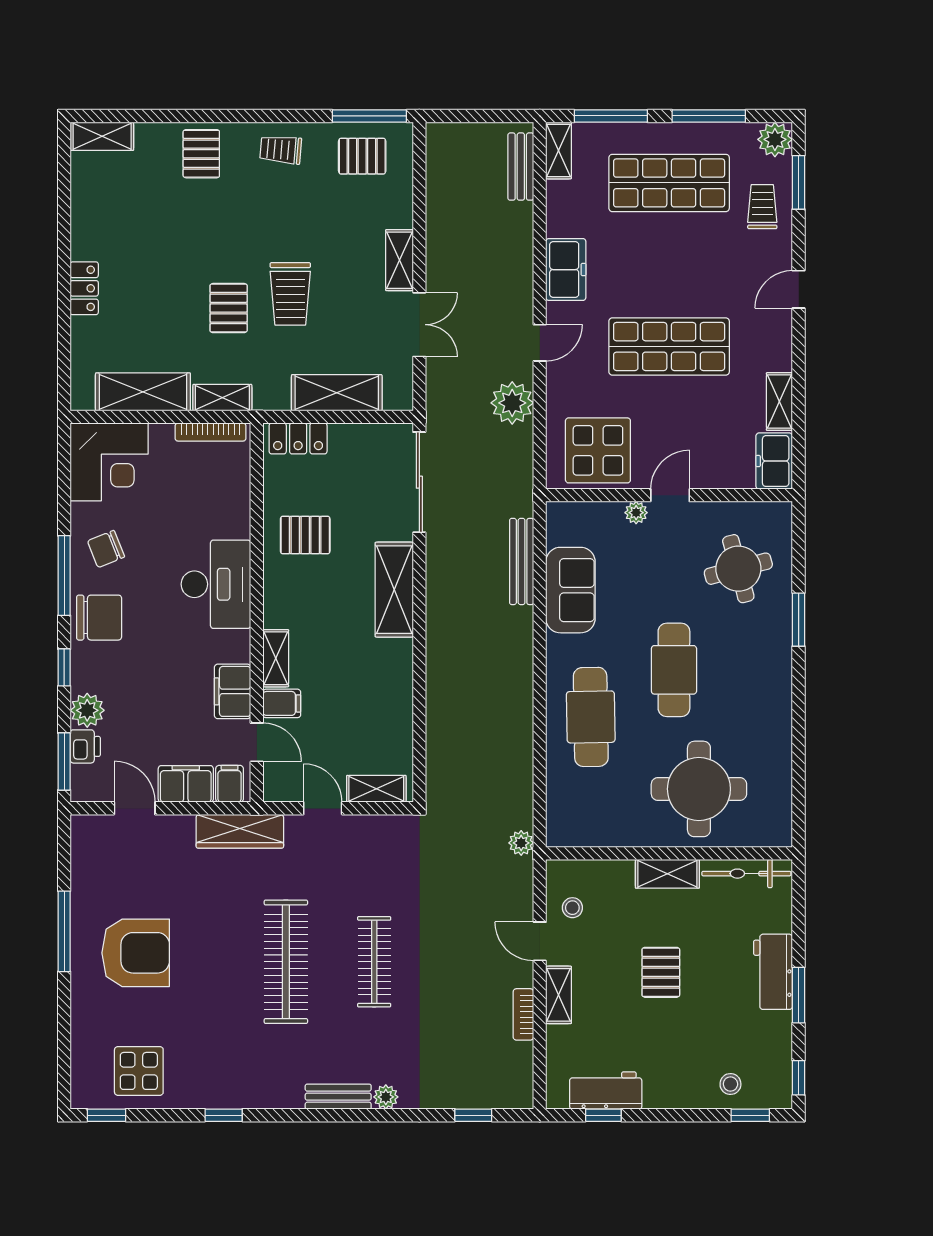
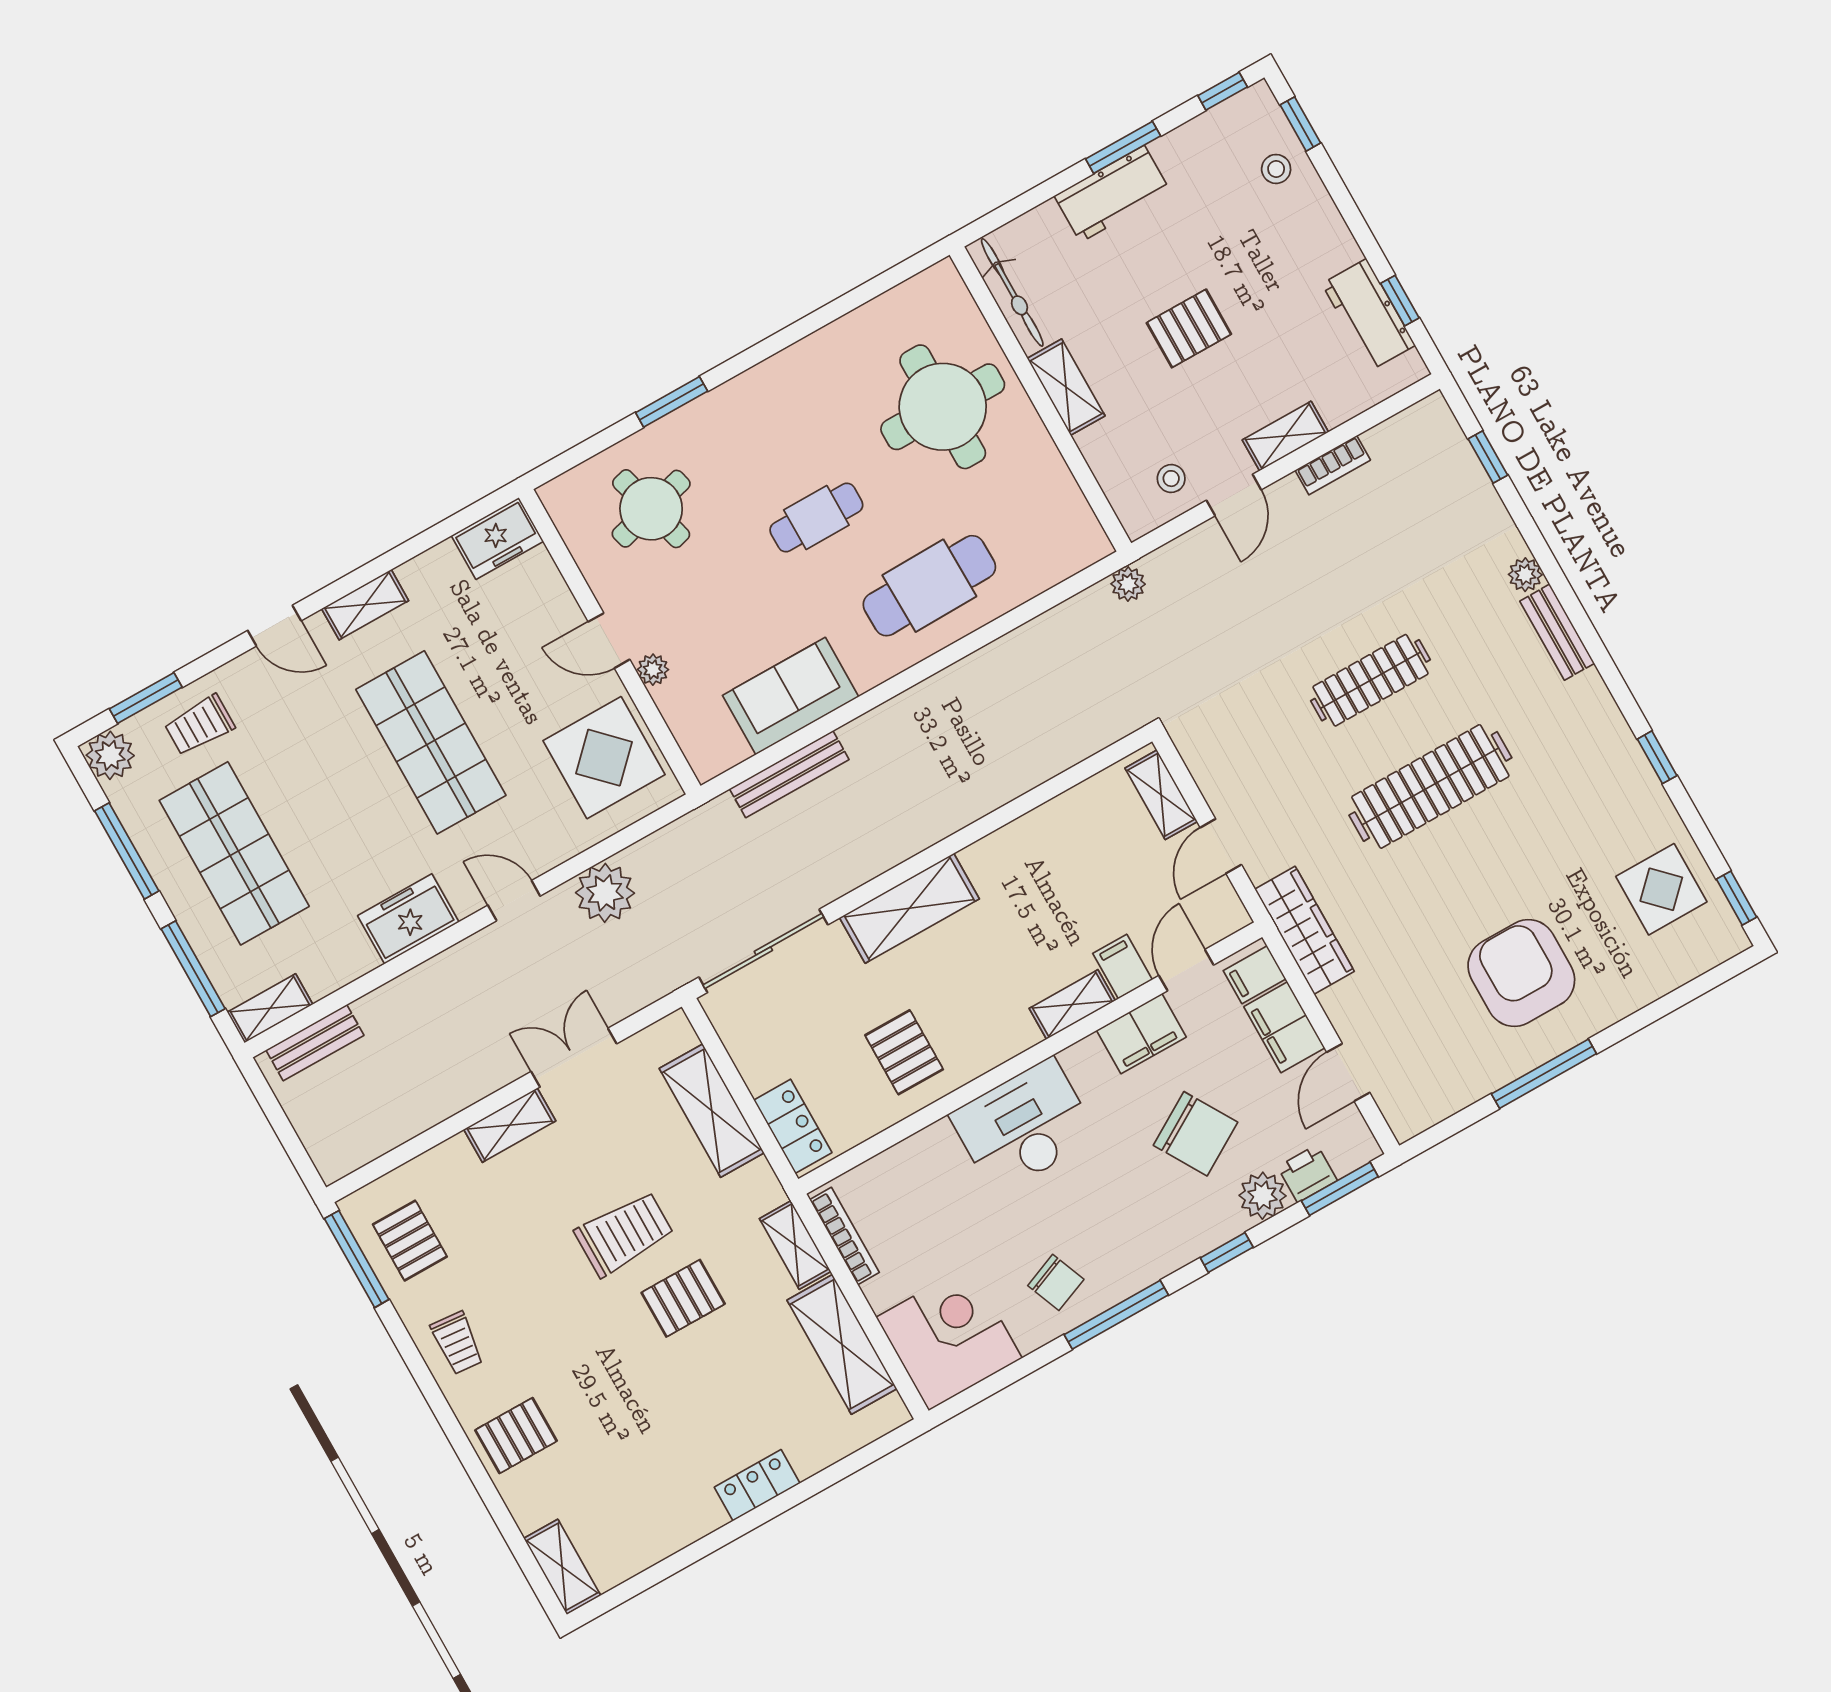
shelving: (779, 402) -> (365, 605), moved
chair: (99, 618) -> (1195, 1134), moved, turned 149
cafe table: (674, 670) -> (816, 518), width x0.73, depth x0.74

